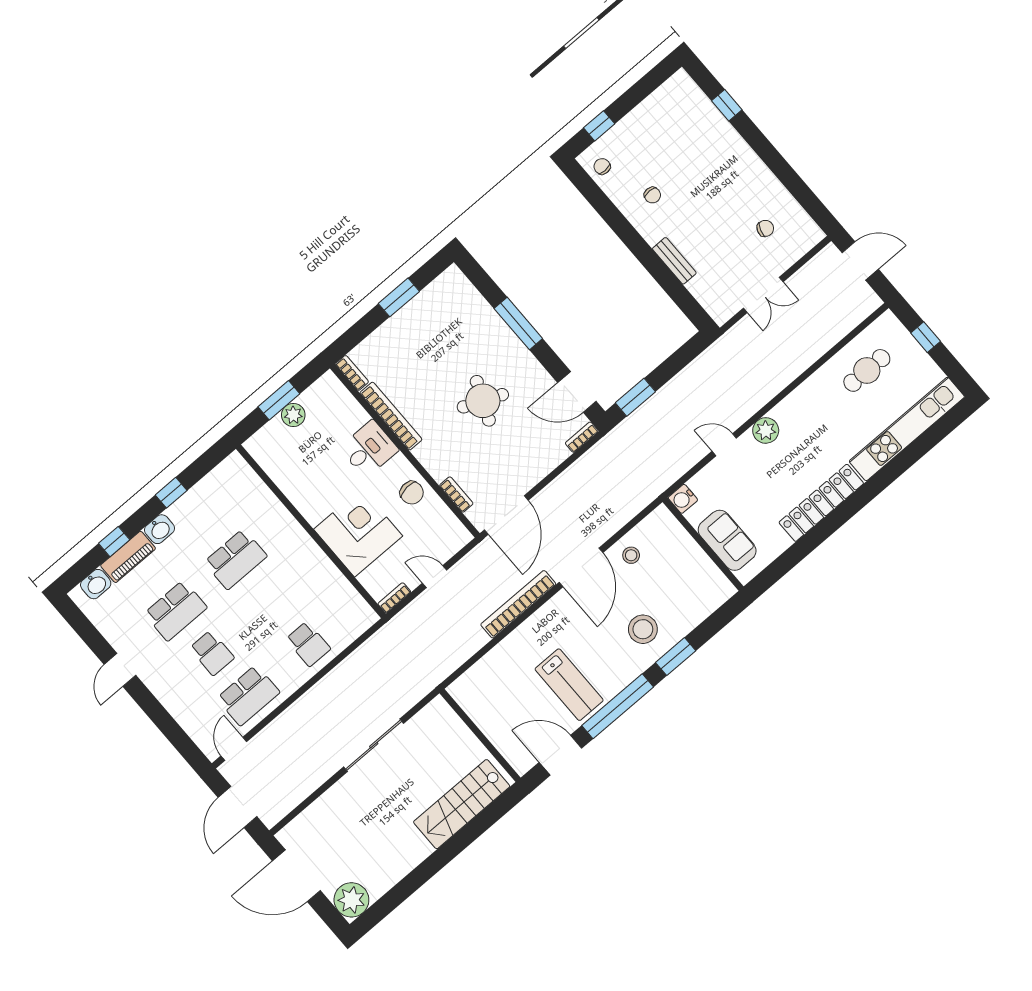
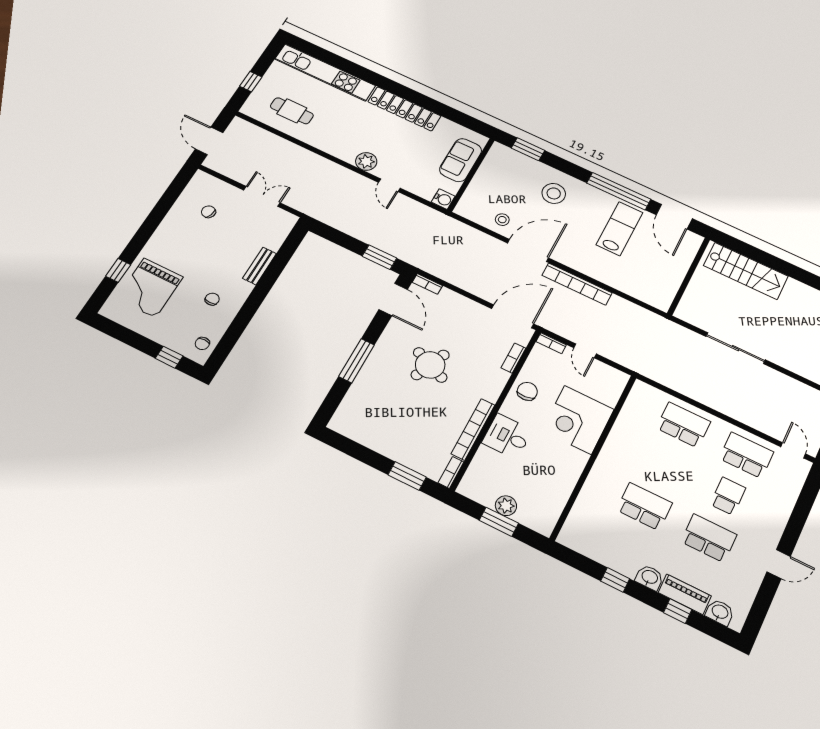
grand piano: (692, 132) -> (150, 288), added
window: (399, 297) -> (407, 476), moved
bookcase: (394, 598) -> (551, 343), moved
school desk: (308, 644) -> (683, 425), width x1.85
window: (676, 657) -> (528, 149), moved
door: (234, 749) -> (793, 450), swing flipped

